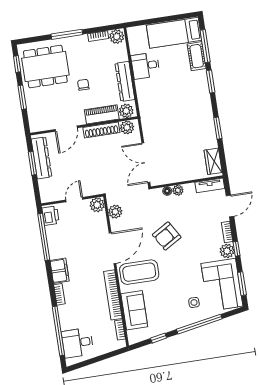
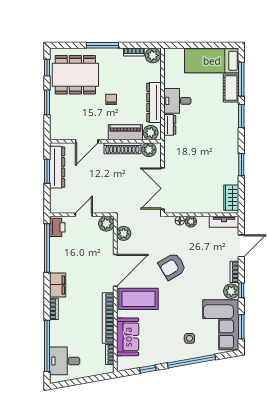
desk: (145, 66) -> (177, 101), moved
dresser: (143, 101) -> (170, 125), added

